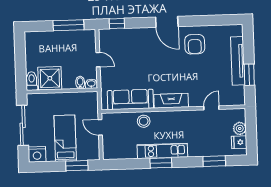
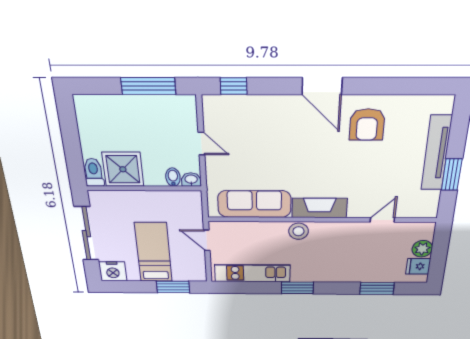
stool: (144, 121) -> (299, 231), moved
kitchen unit: (162, 151) -> (252, 273), moved

